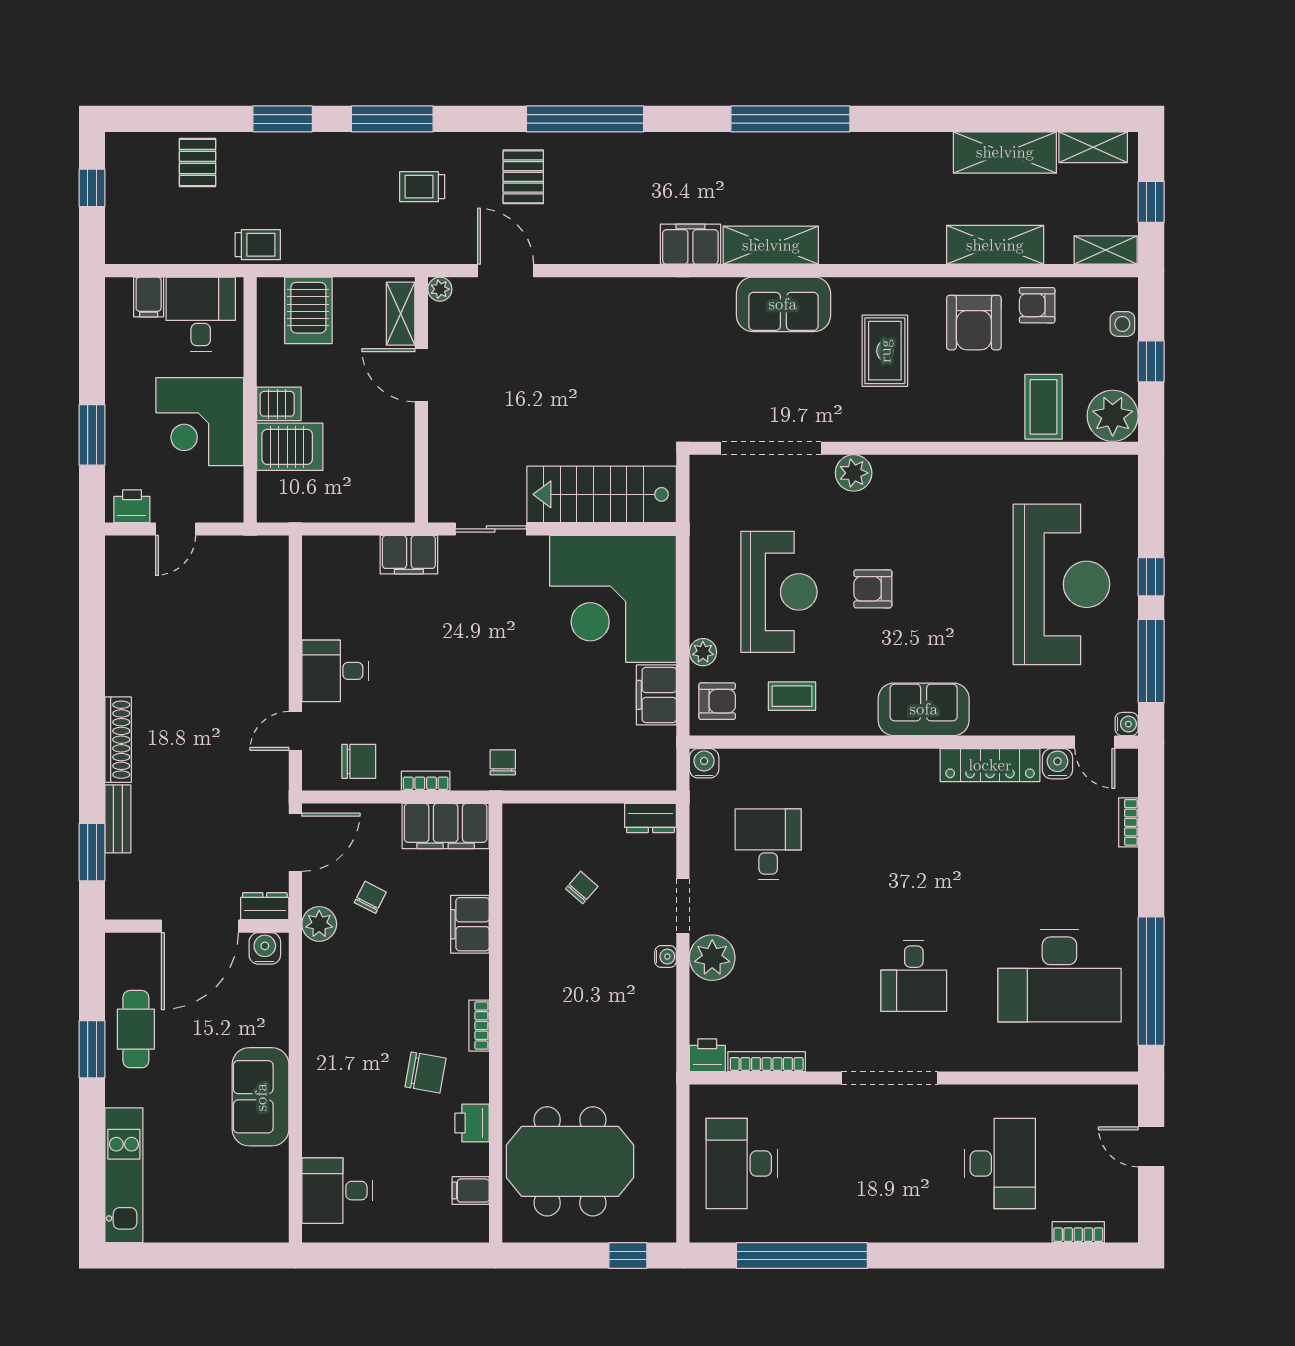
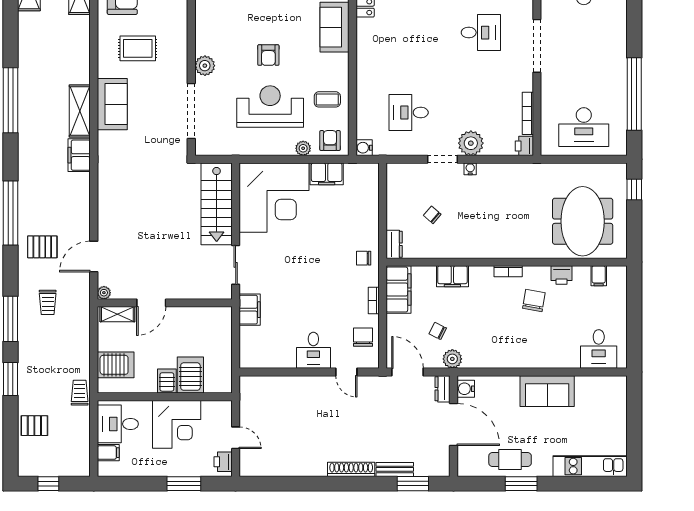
coffee table: (792, 696) -> (327, 99), turned 90
dresser: (651, 818) -> (394, 244), moved

